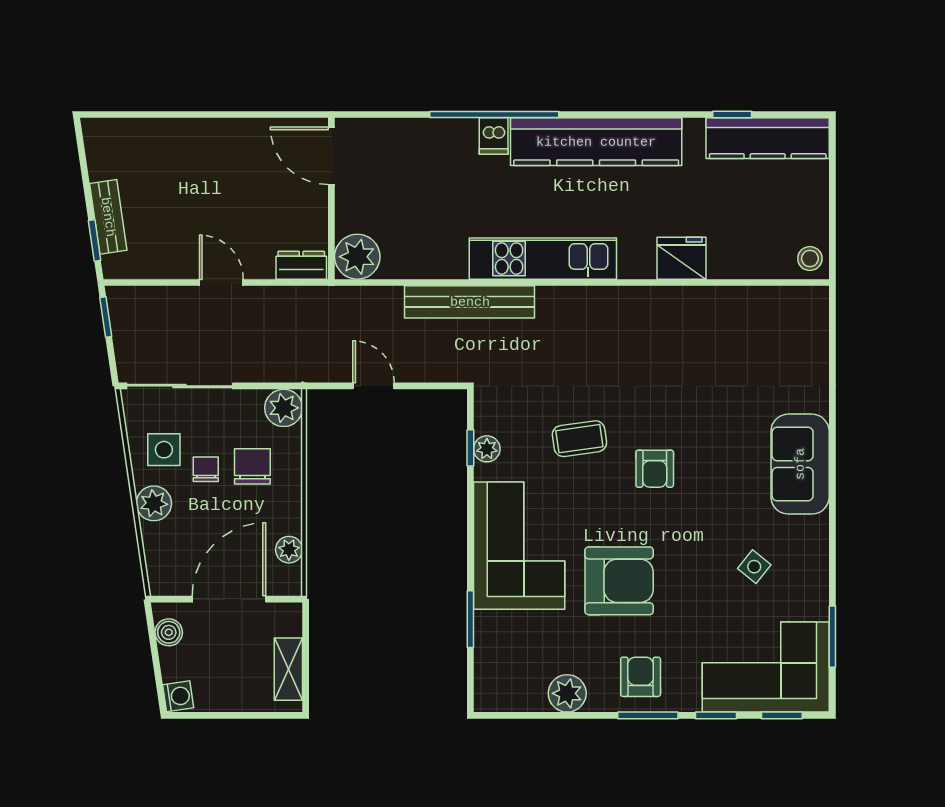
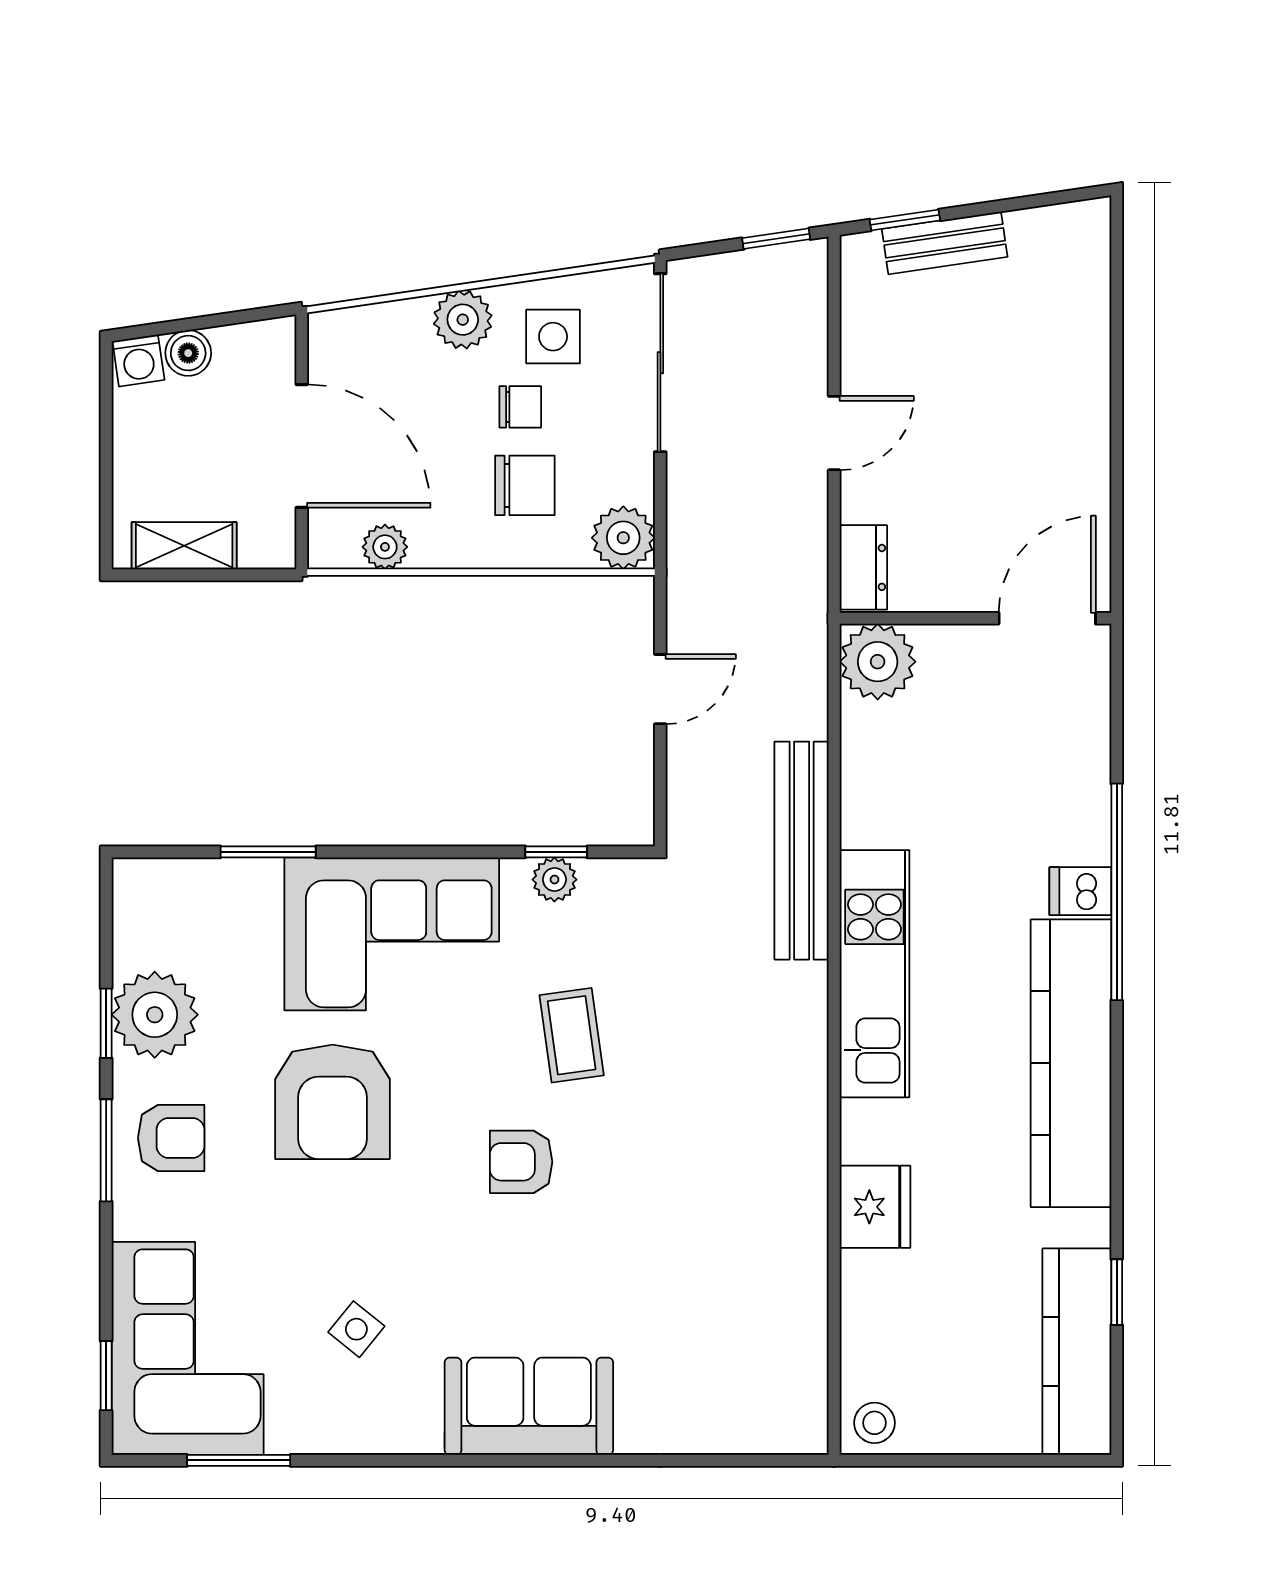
boiler: (169, 632) -> (188, 353), moved
plant: (567, 693) -> (155, 1015), width x1.36, depth x1.36
window: (716, 715) -> (106, 1023), moved

